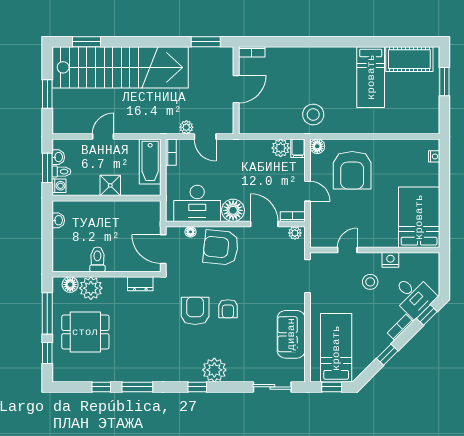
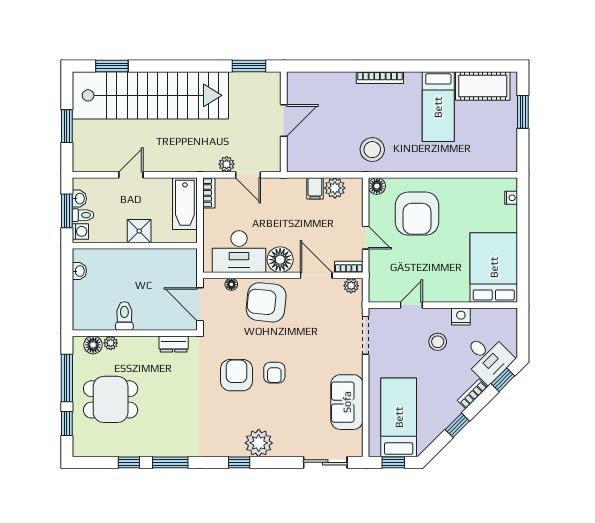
bookcase: (252, 52) -> (380, 78), moved, width x1.56
filing cabinet: (298, 148) -> (315, 188), moved
plant: (91, 288) -> (111, 343), width x0.53, depth x0.53

